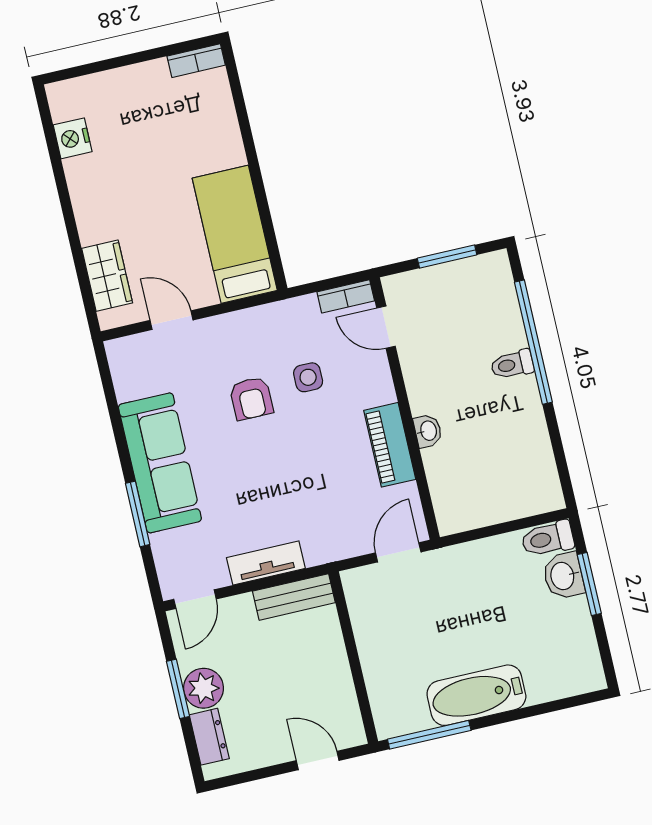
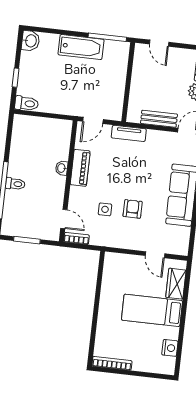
bookcase: (196, 61) -> (112, 363), width x1.56
bed: (235, 234) -> (152, 310), moved, turned 90
tv unit: (266, 563) -> (129, 133), moved
washbasin: (563, 576) -> (31, 41), moved
window: (589, 584) -> (16, 78), width x0.67
bench: (294, 597) -> (159, 119), moved

